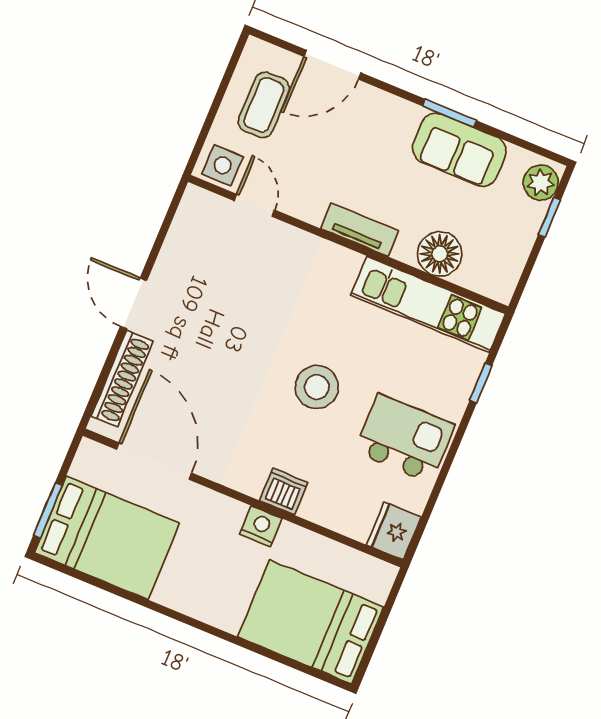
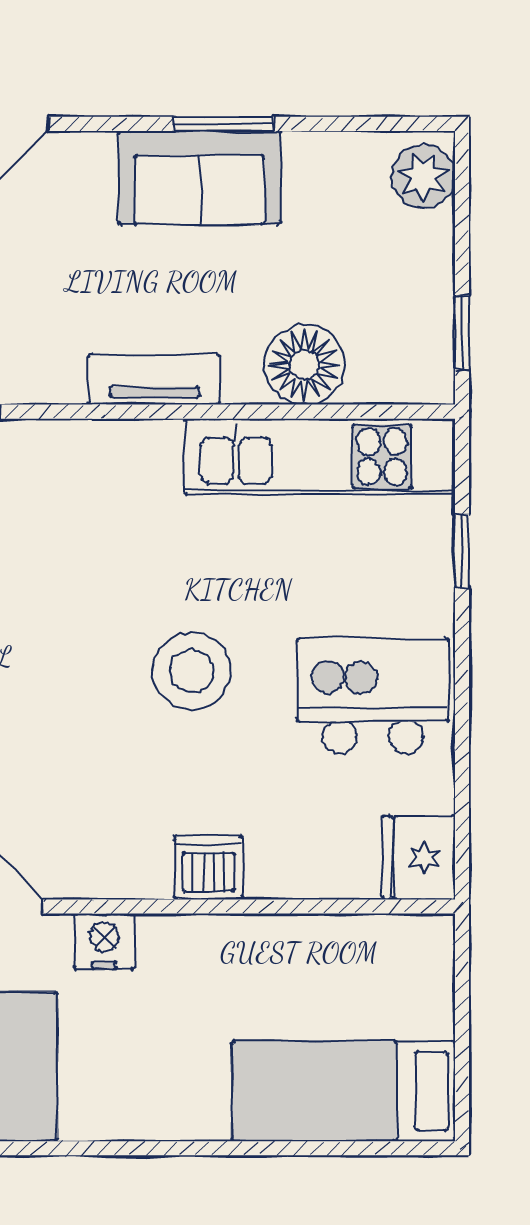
sofa: (459, 150) -> (199, 178), moved
window: (549, 217) -> (462, 333), moved
nightstand: (261, 526) -> (104, 941), moved
bed: (311, 622) -> (343, 1091), width x0.67

